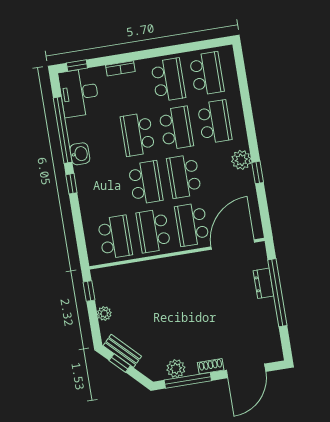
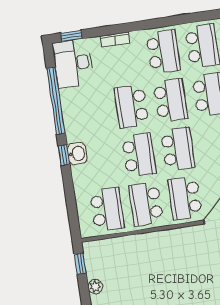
washbasin: (80, 154) -> (77, 154), moved
school desk: (184, 176) -> (178, 149), turned 180

